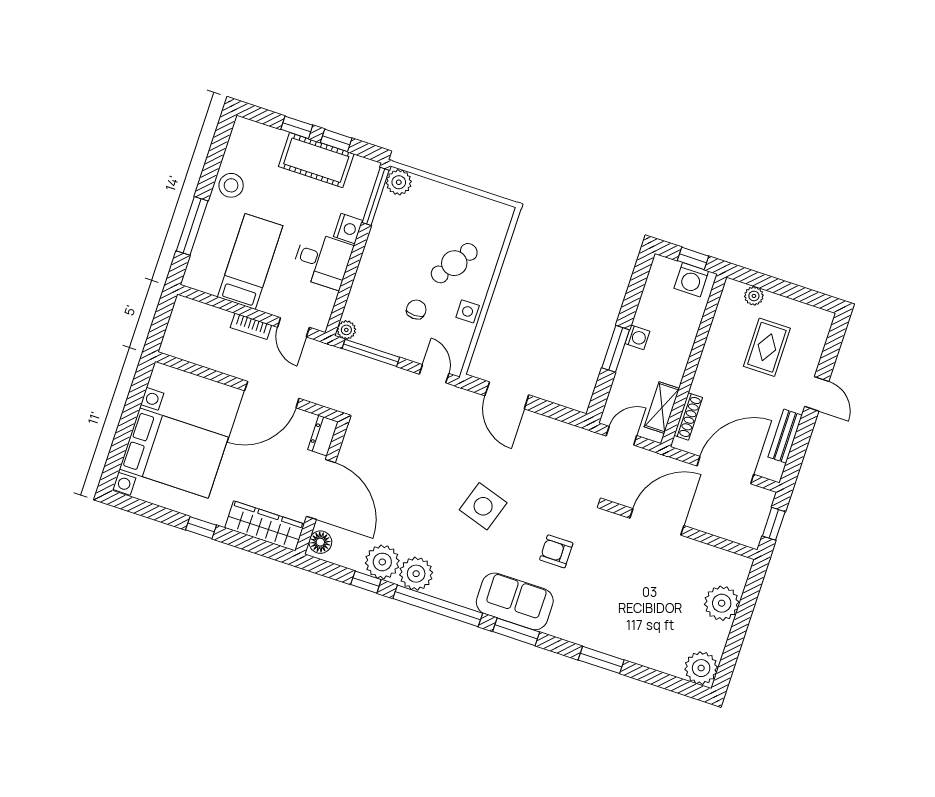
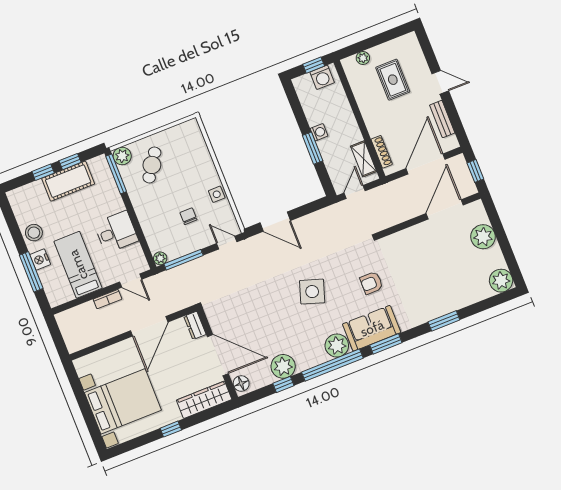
nightstand: (348, 229) -> (40, 259), moved, turned 180
cafe table: (454, 263) -> (152, 165), moved
door: (657, 522) -> (445, 209), moved
plant: (416, 574) -> (337, 345), moved

